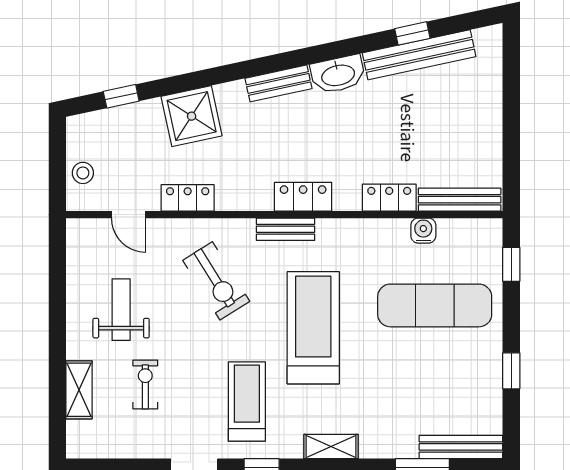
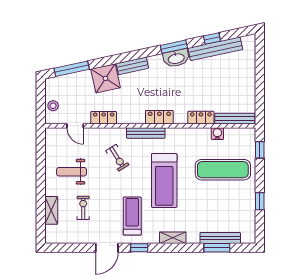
window: (333, 51) -> (174, 47), added
bench: (278, 83) -> (132, 66), moved
window: (121, 96) -> (72, 69), width x2.17
bench: (286, 229) -> (146, 133), width x1.36
exercise bike: (216, 281) -> (117, 158), width x0.73, depth x0.72
weight bench: (121, 310) -> (72, 172), turned -90
treadmill: (313, 328) -> (164, 180), turned 180
bench: (461, 447) -> (220, 238), moved

